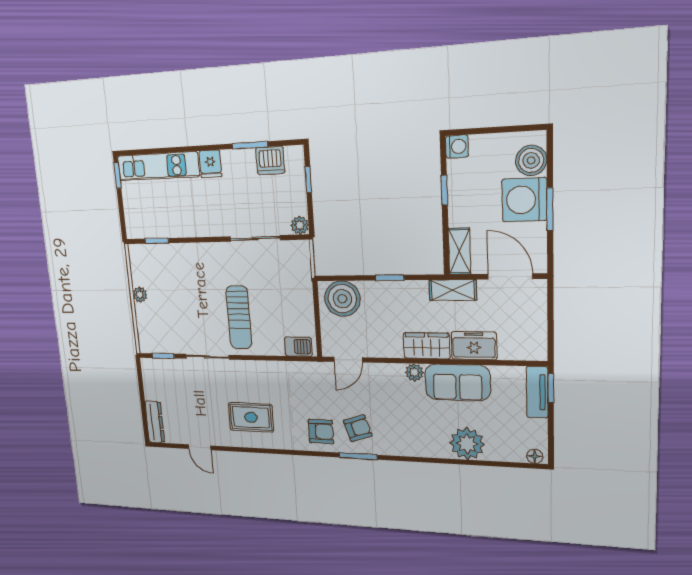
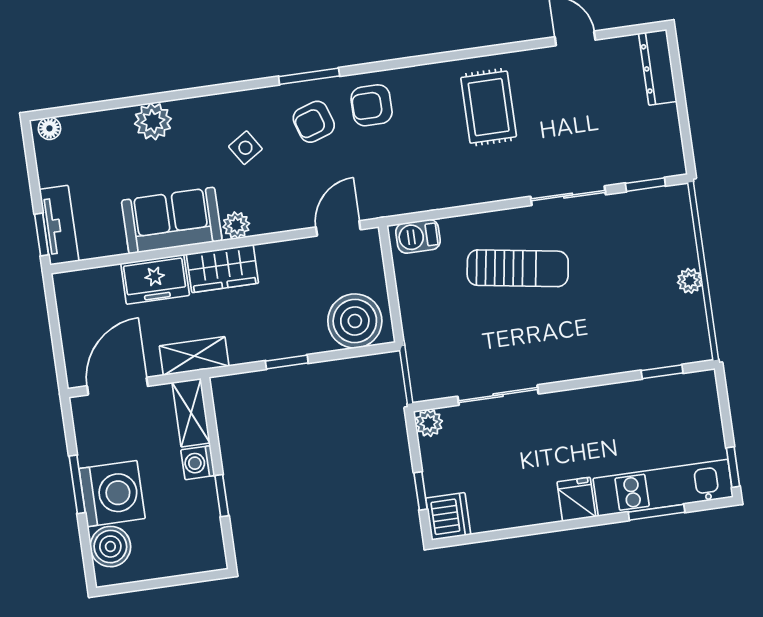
window: (250, 145) -> (657, 512), moved
washing machine: (457, 146) -> (198, 463), moved
dishwasher: (270, 160) -> (448, 516), moved, turned 90
door: (510, 276) -> (117, 386), swing flipped
sun lounger: (239, 317) -> (518, 268), turned 99
rug: (251, 417) -> (489, 107), turned 90
side table: (403, 420) -> (245, 148), added
plant: (467, 444) -> (153, 121), width x0.73, depth x0.73

